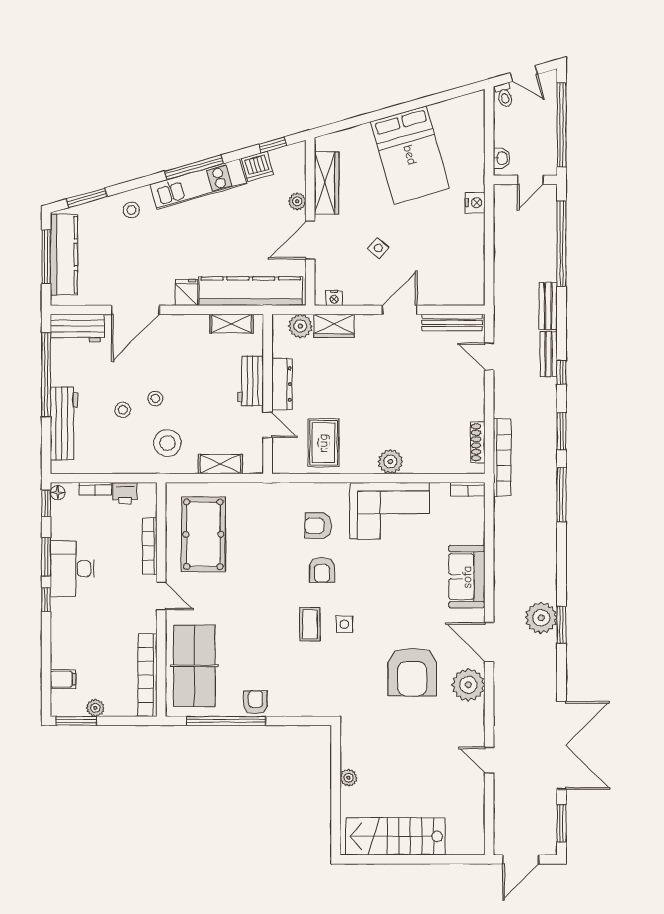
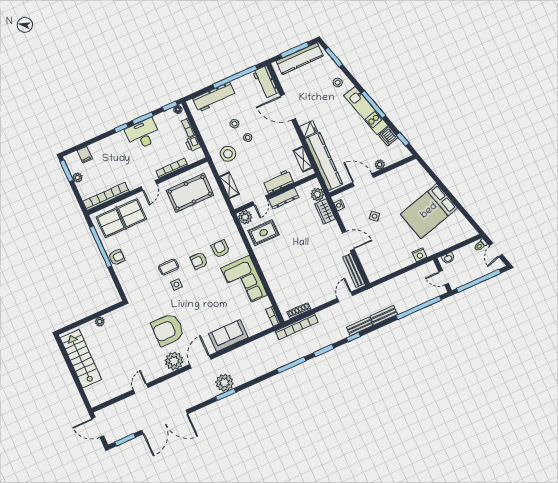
wardrobe: (327, 183) -> (396, 175), removed
plant: (390, 462) -> (245, 217), moved

